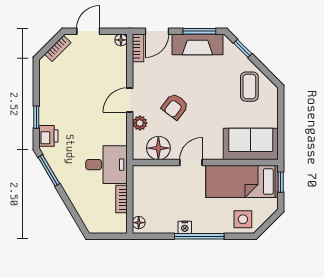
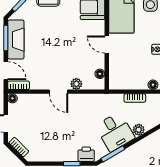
armchair: (175, 106) -> (64, 57), removed
floor lamp: (158, 148) -> (100, 74), width x0.53, depth x0.53
desk: (106, 165) -> (115, 132), moved, turned 150
plant: (80, 204) -> (139, 130), added

